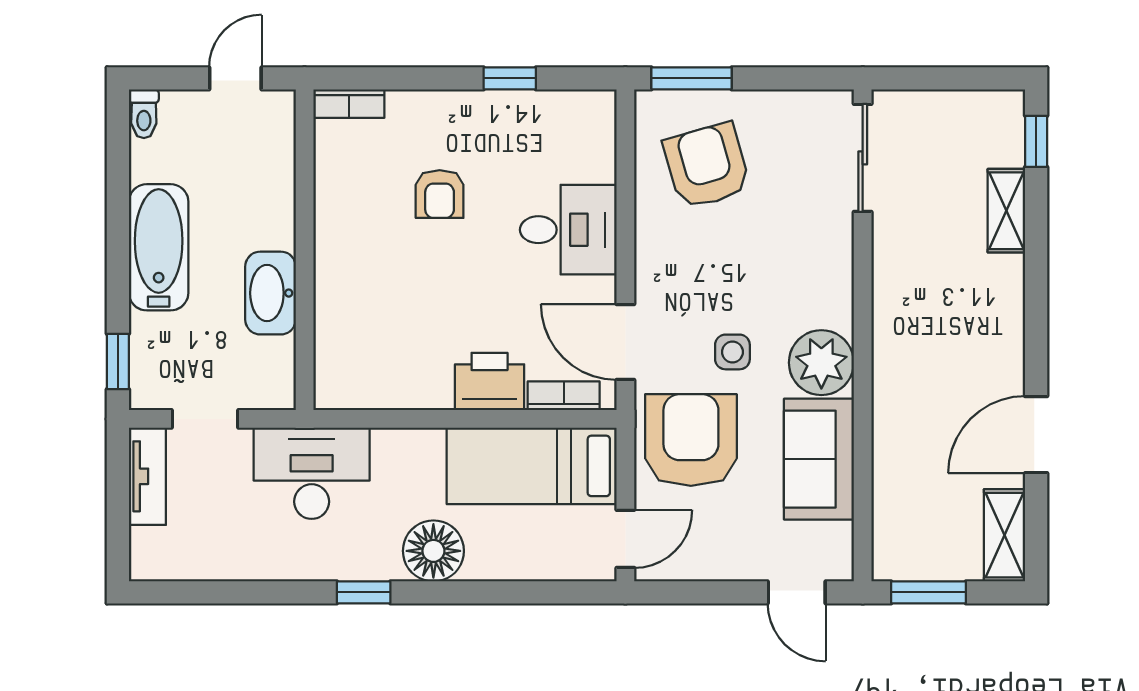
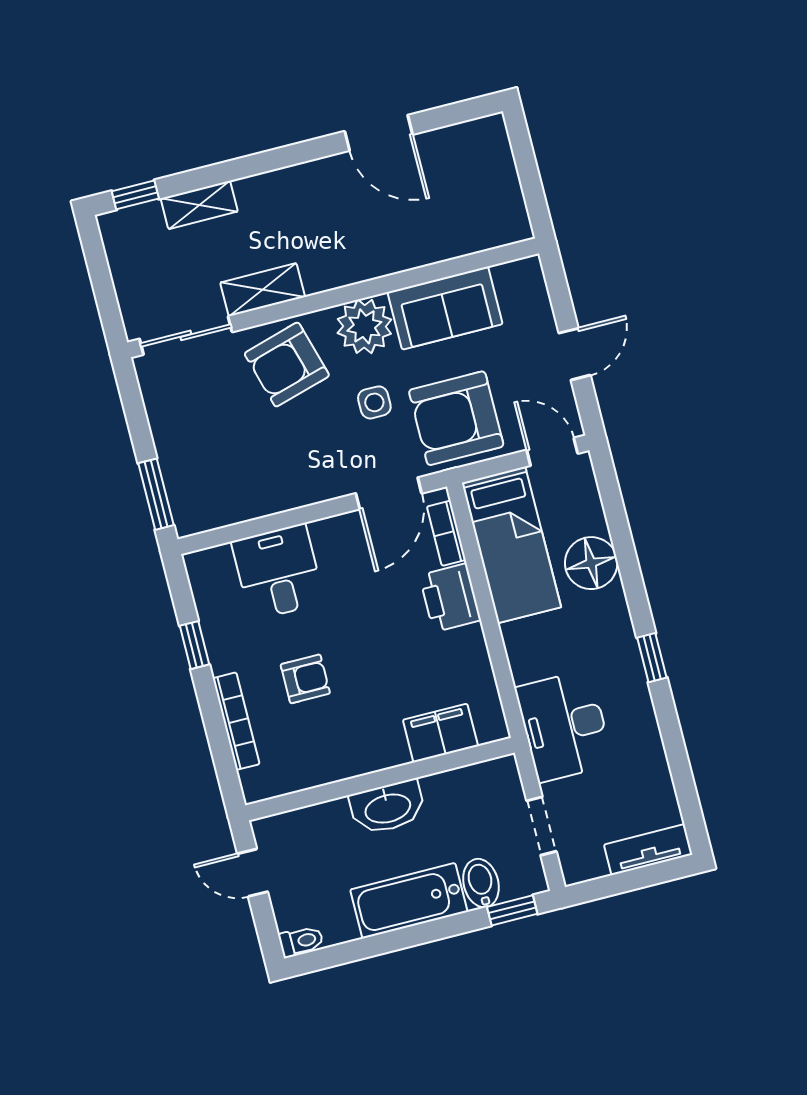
bookcase: (349, 104) -> (236, 721), moved, width x1.56
armchair: (707, 166) -> (287, 365), moved
desk: (568, 230) -> (278, 572), moved
washbasin: (270, 293) -> (387, 807), moved
filing cabinet: (339, 331) -> (440, 733), added
bidet: (158, 334) -> (481, 883), added
tv unit: (147, 476) -> (648, 850), moved
shelving: (1005, 535) -> (263, 290), moved
floor lamp: (433, 551) -> (591, 563), moved
door: (797, 592) -> (575, 354), moved
window: (929, 592) -> (532, 189), removed

